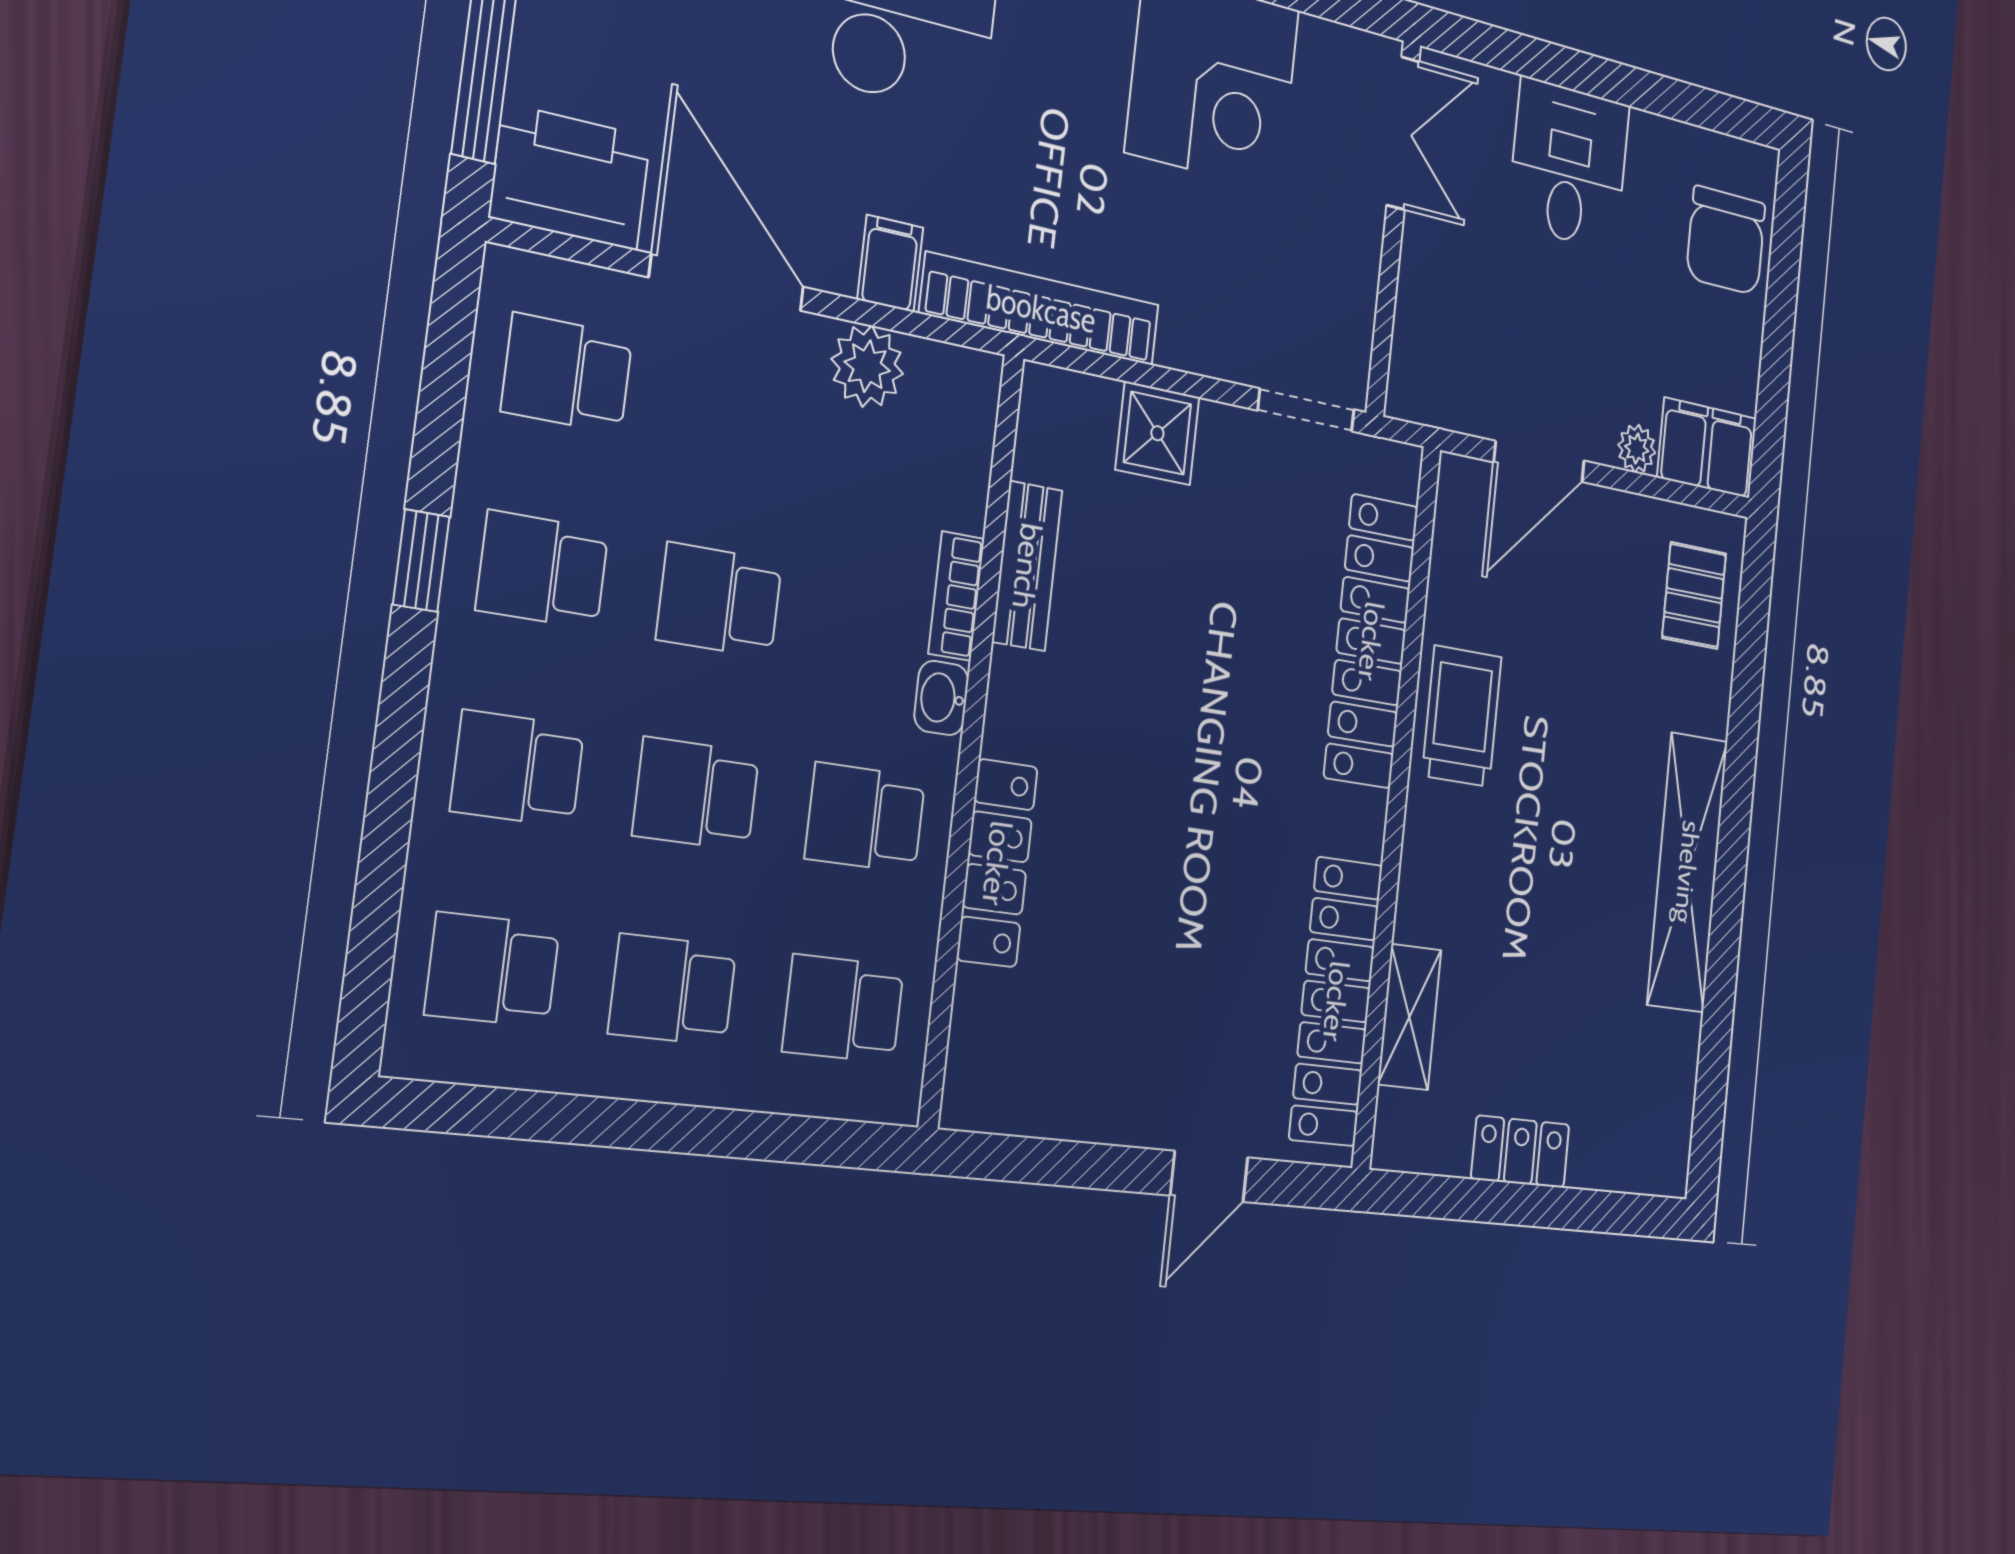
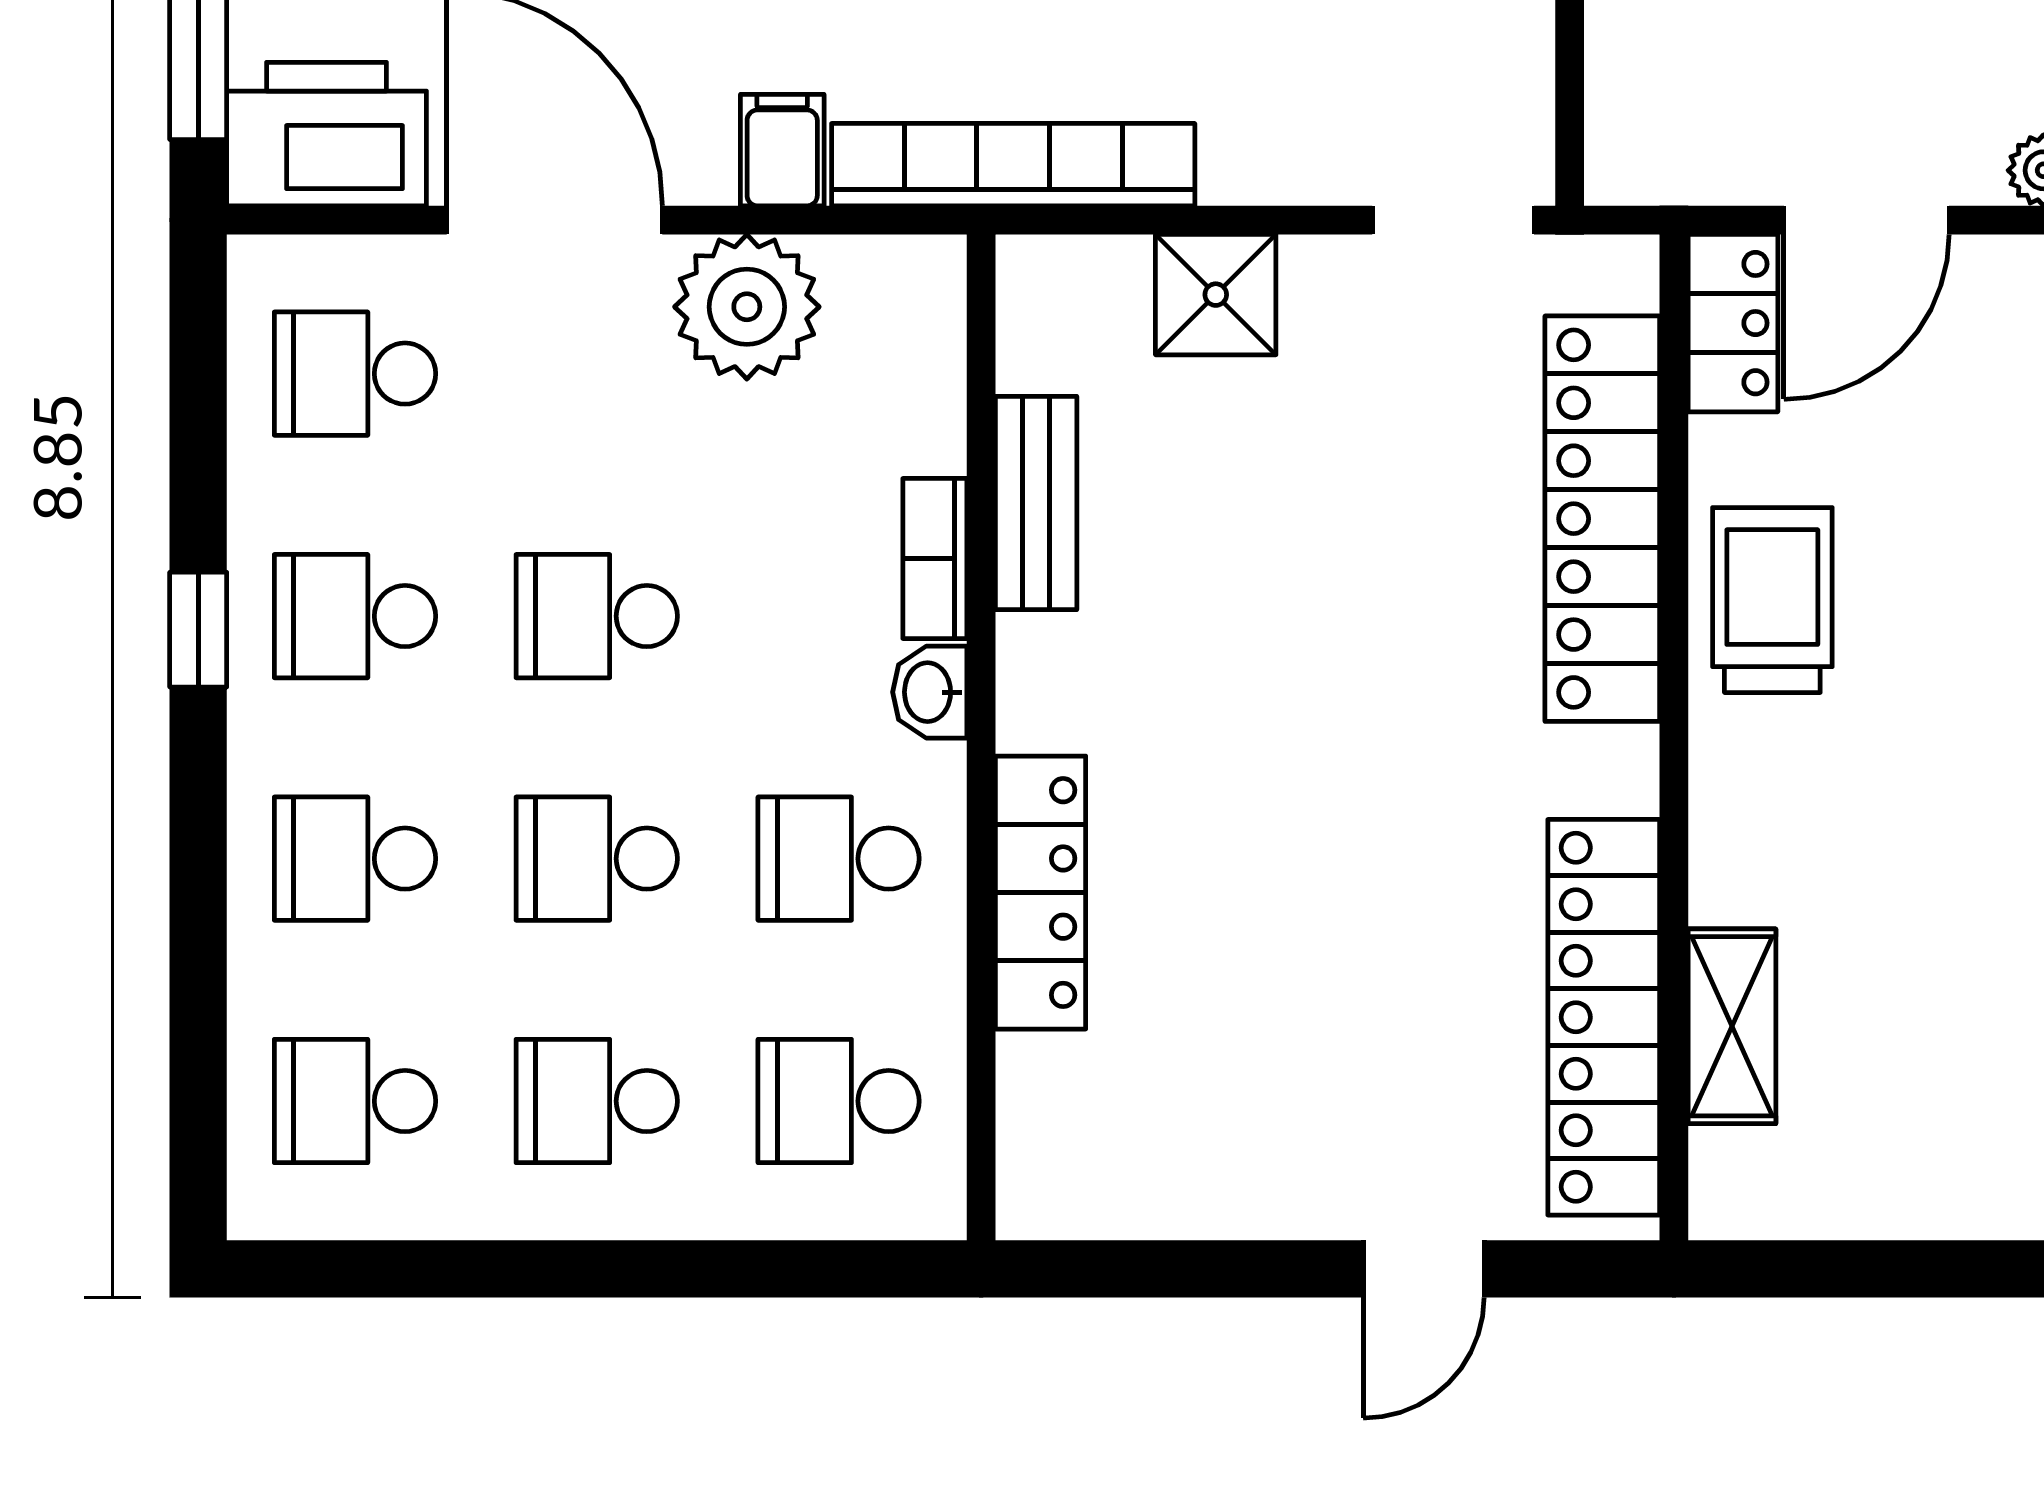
plant: (867, 366) -> (747, 307), width x1.36, depth x1.36
locker: (1520, 1152) -> (1733, 323), moved, turned 90

